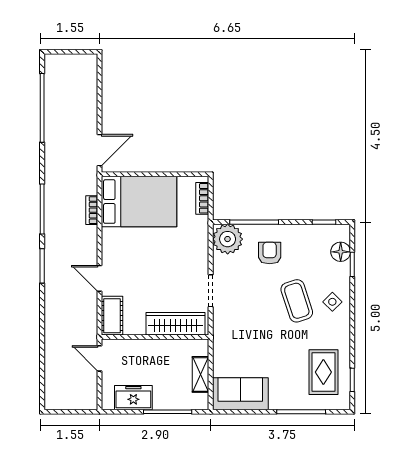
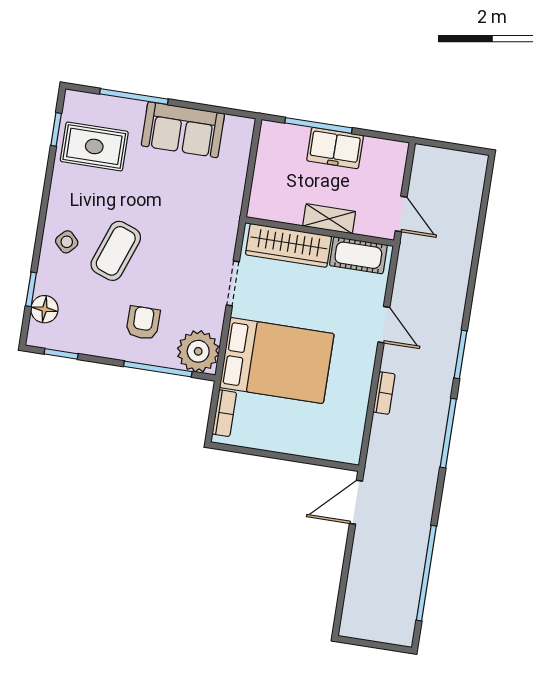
bed: (139, 202) -> (277, 361), moved, turned 180
bookcase: (92, 210) -> (384, 393), moved
armchair: (270, 253) -> (143, 323), turned 180
coffee table: (297, 301) -> (116, 251), turned 38
cot: (112, 316) -> (358, 255), moved, turned 90
rug: (323, 372) -> (94, 146), turned 90
shelving: (201, 374) -> (329, 219), moved, turned 90
sofa: (240, 394) -> (183, 130), moved
freezer: (133, 398) -> (335, 148), moved

